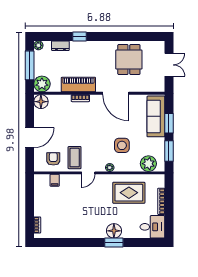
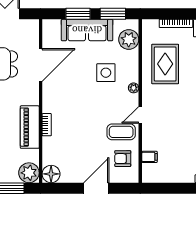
door: (116, 93) -> (41, 65), moved
sofa: (156, 116) -> (87, 30), moved
door: (30, 138) -> (96, 188), hinge flipped
door: (88, 173) -> (140, 115), swing flipped

